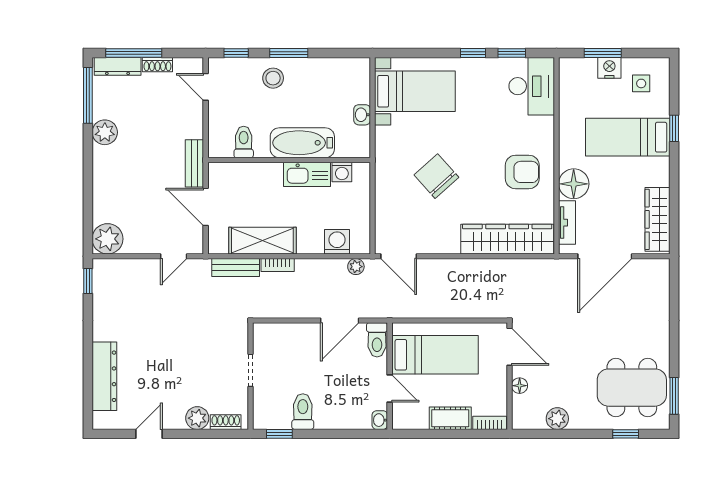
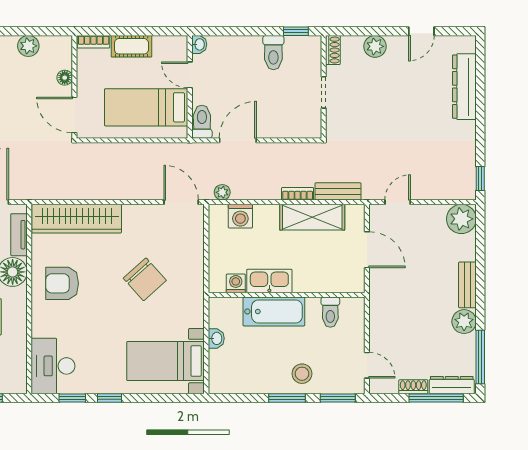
window: (236, 53) -> (338, 398), width x1.50
bench: (194, 163) -> (467, 285), moved
shoe rack: (226, 422) -> (333, 50), moved, turned -90

